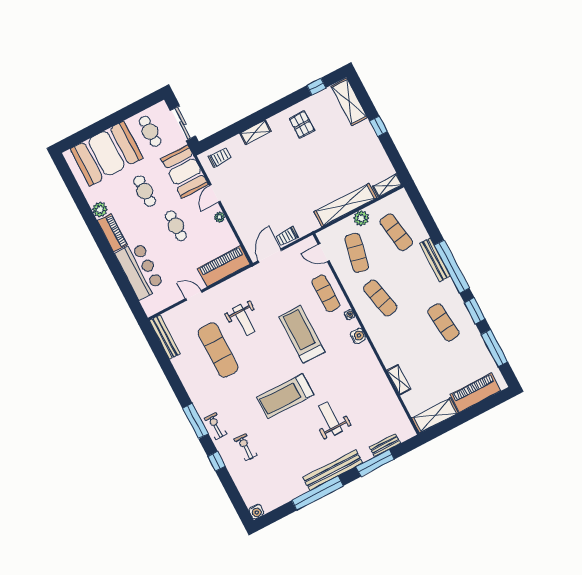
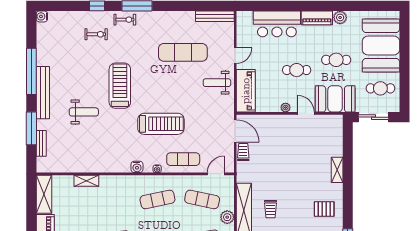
trolley: (220, 158) -> (271, 209), moved
weight bench: (244, 320) -> (217, 83), moved

